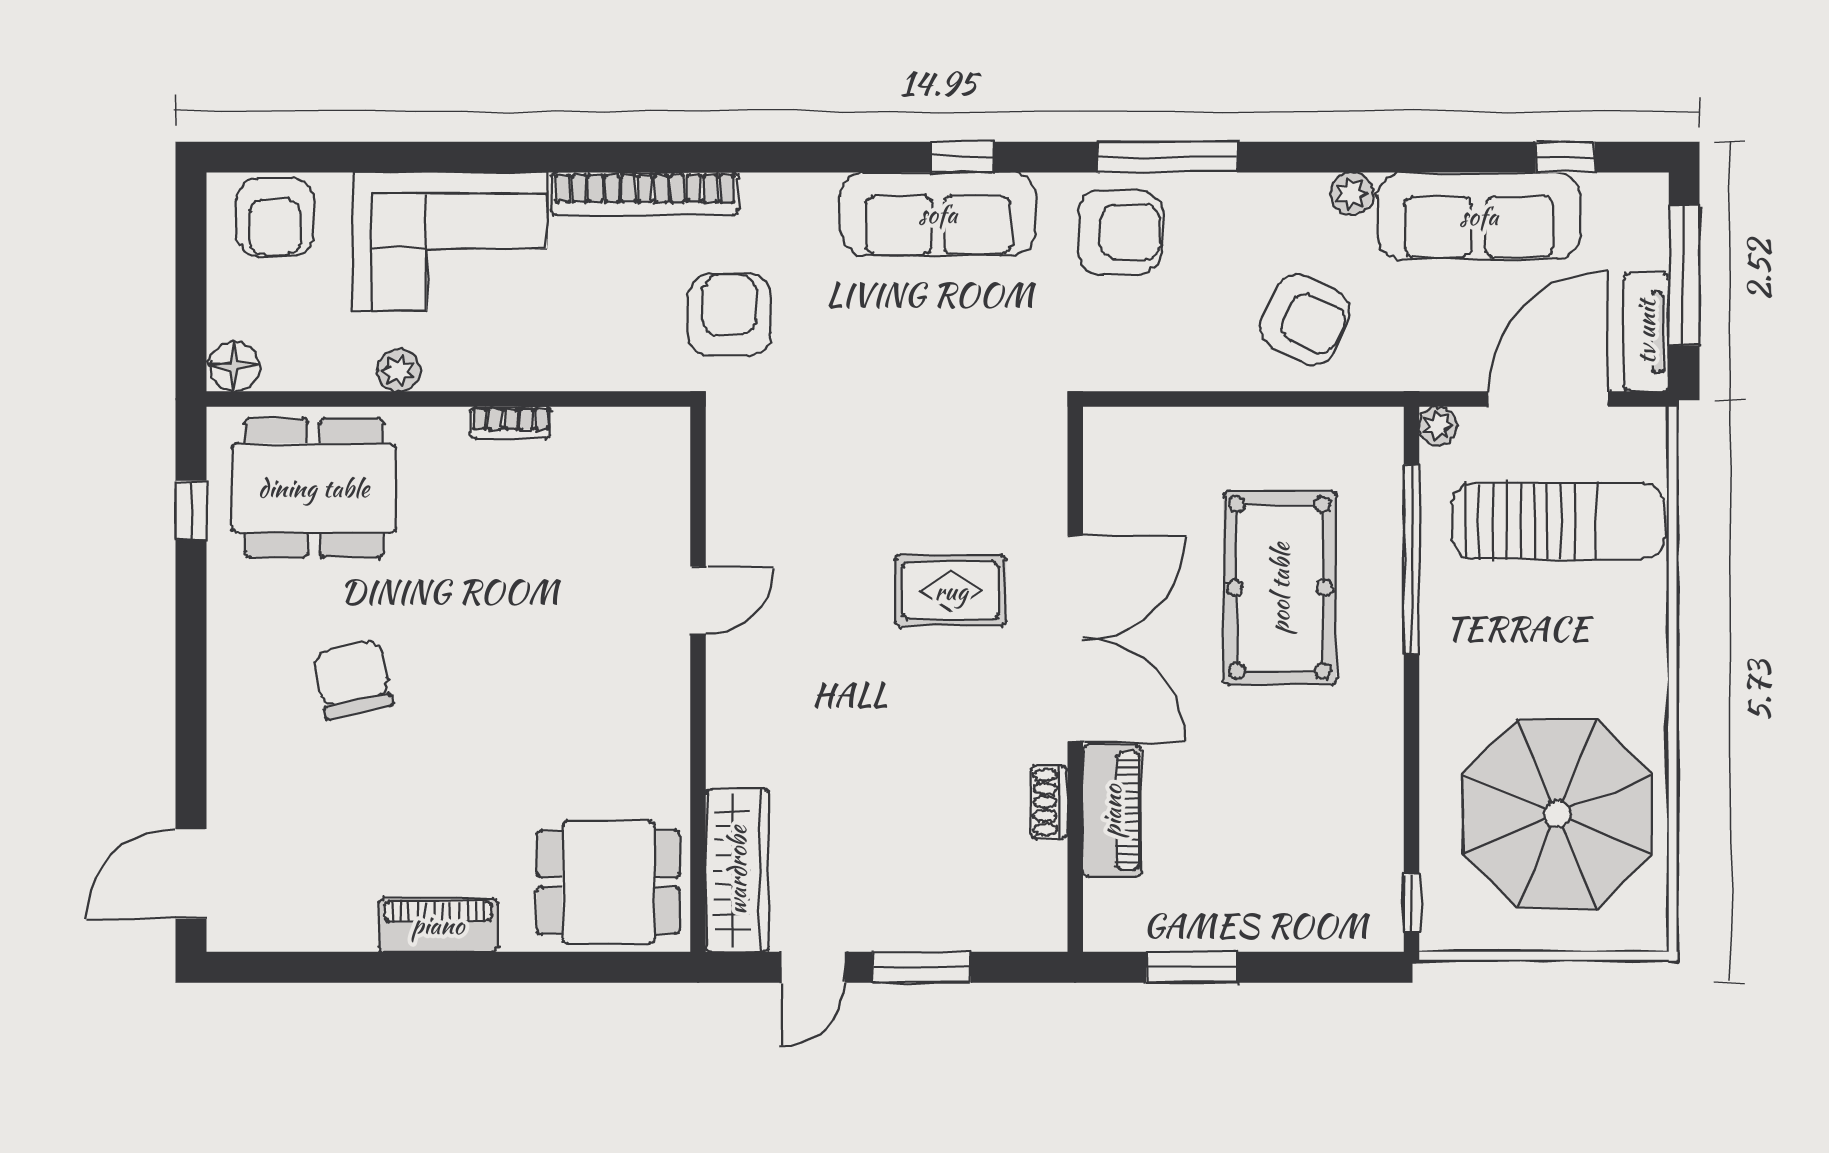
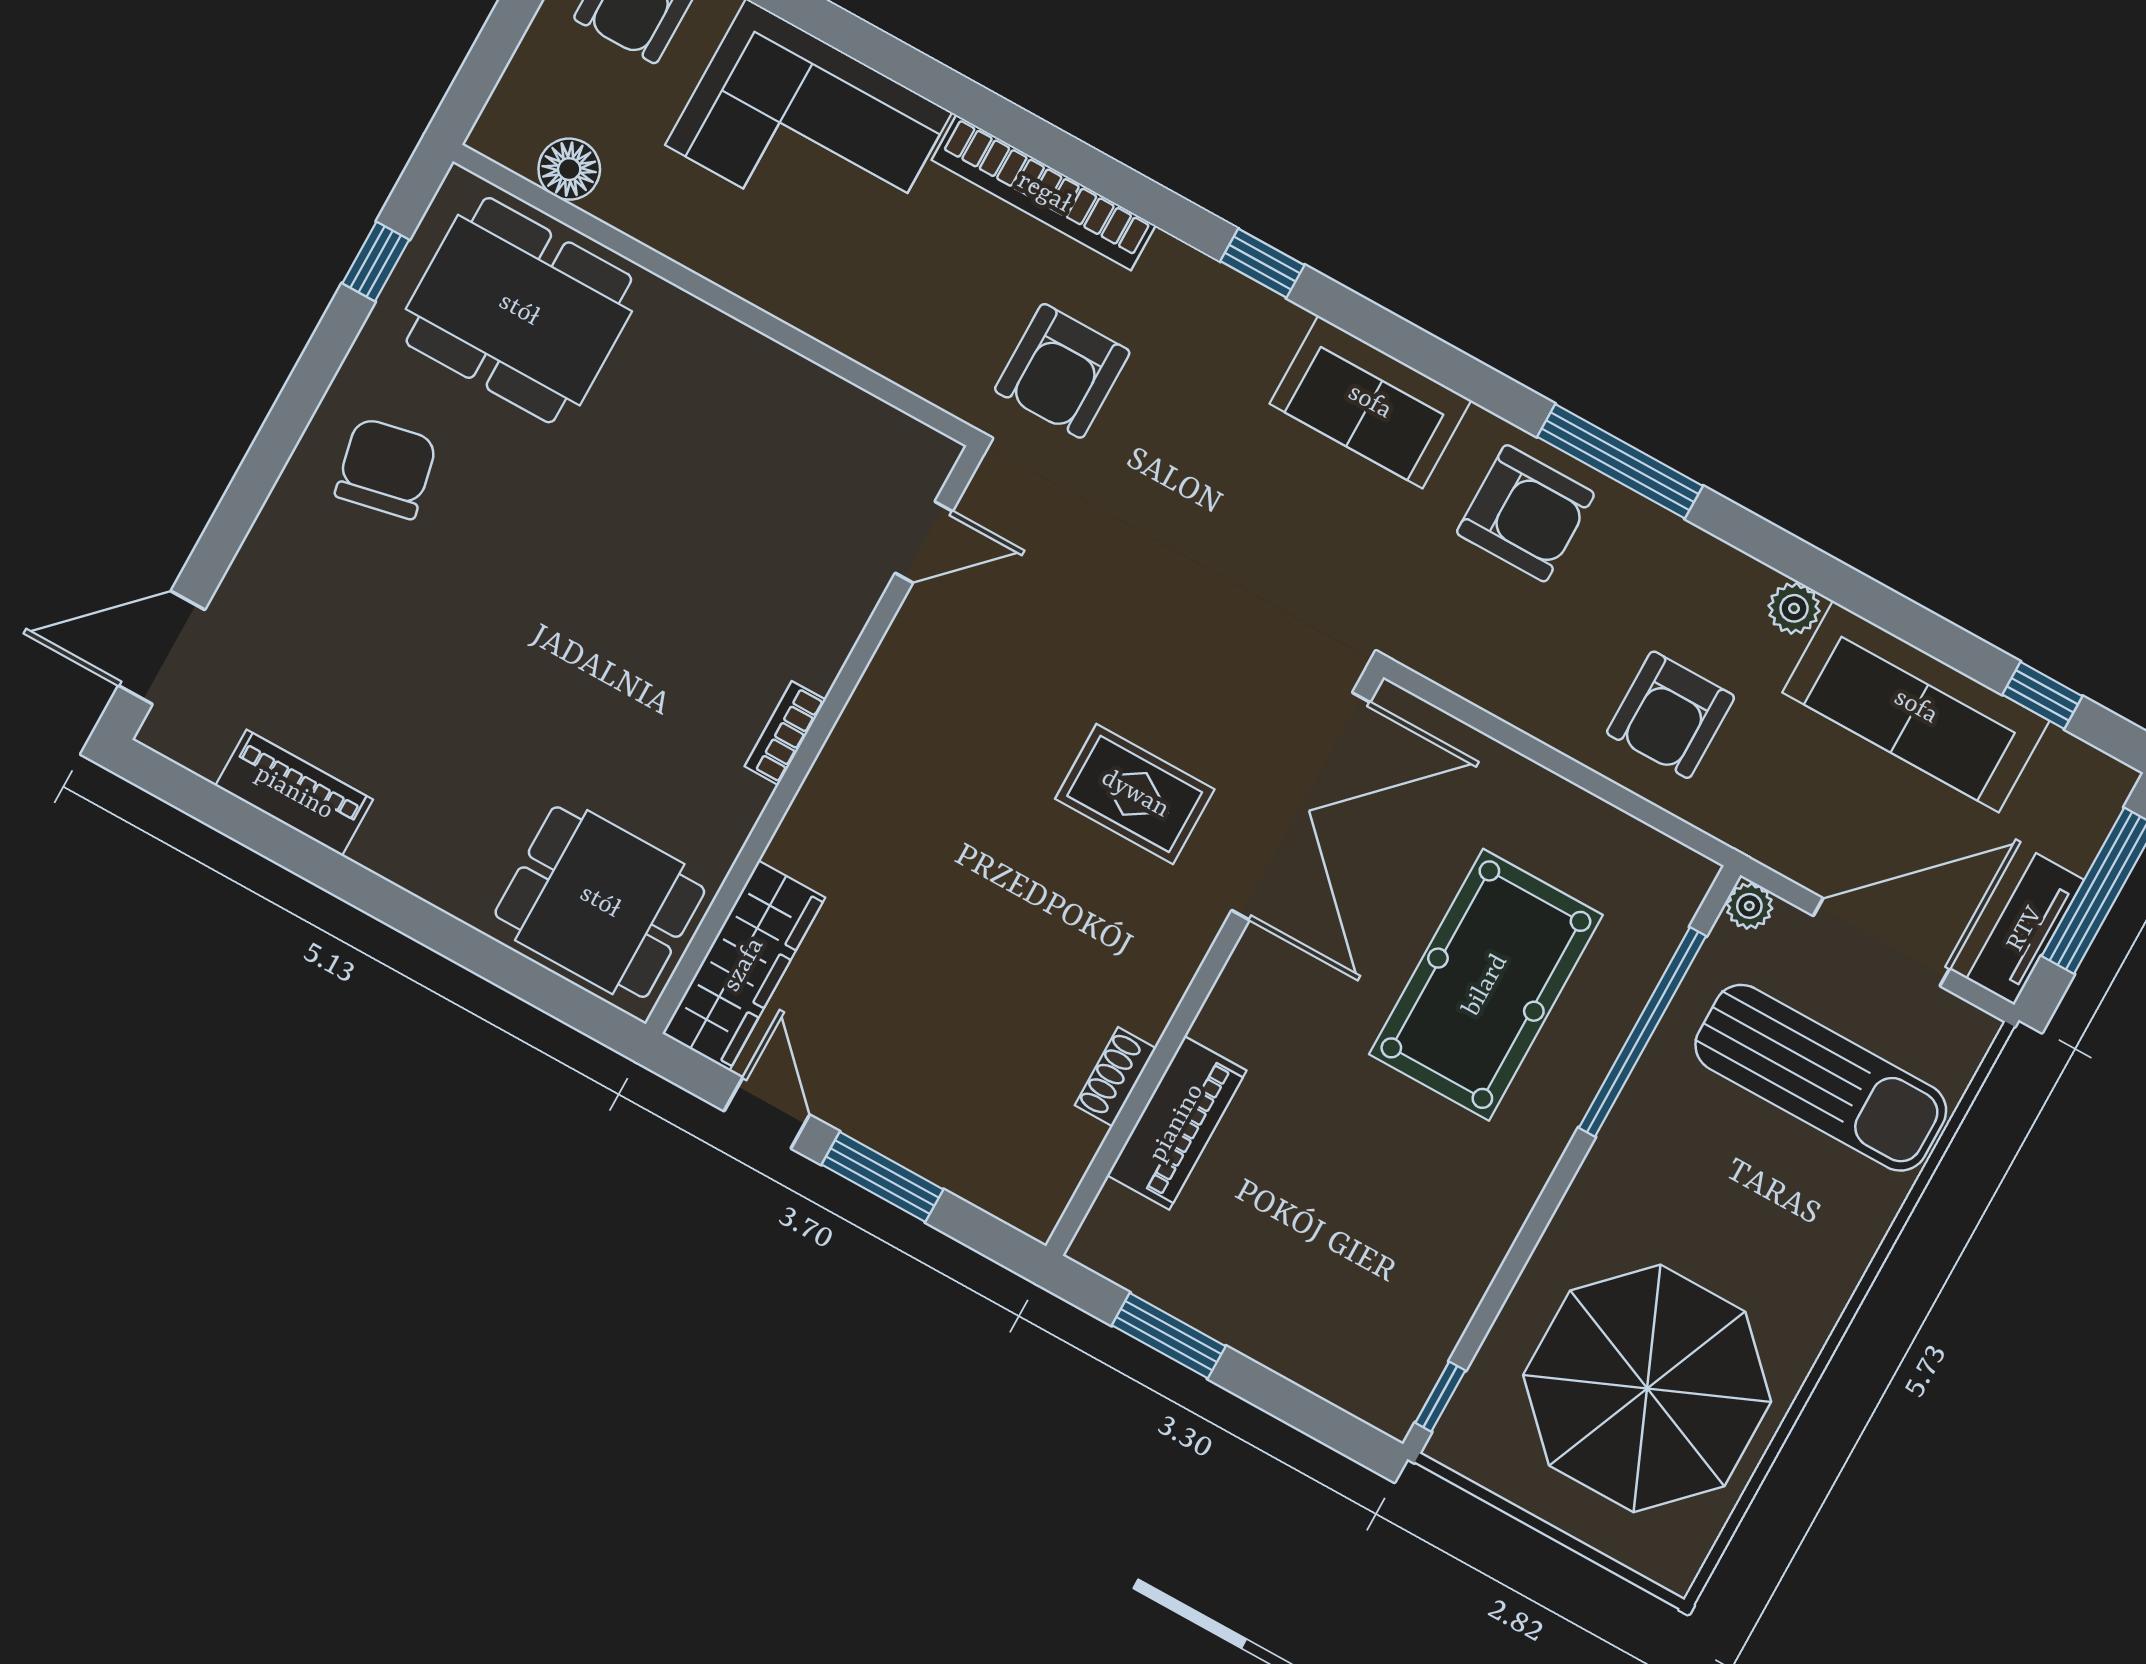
window: (962, 157) -> (1262, 263), moved
sofa: (938, 214) -> (1370, 402), width x0.73
armchair: (729, 315) -> (1062, 371), turned 180
armchair: (1305, 319) -> (1671, 715), turned 65
floor lamp: (235, 366) -> (569, 169), moved
plant: (399, 370) -> (678, 235), removed
bookcase: (511, 423) -> (785, 733), moved, turned 90
door: (698, 600) -> (924, 542), moved
double door: (1075, 639) -> (1301, 806), moved
chair: (353, 680) -> (386, 468), moved
piano: (438, 925) -> (294, 793), moved
door: (813, 967) -> (767, 1113), swing flipped

